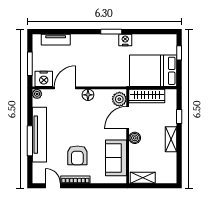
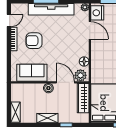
floor lamp: (88, 95) -> (84, 62), moved
shelving: (143, 178) -> (15, 112), moved

